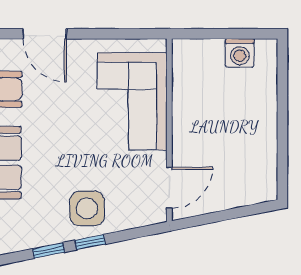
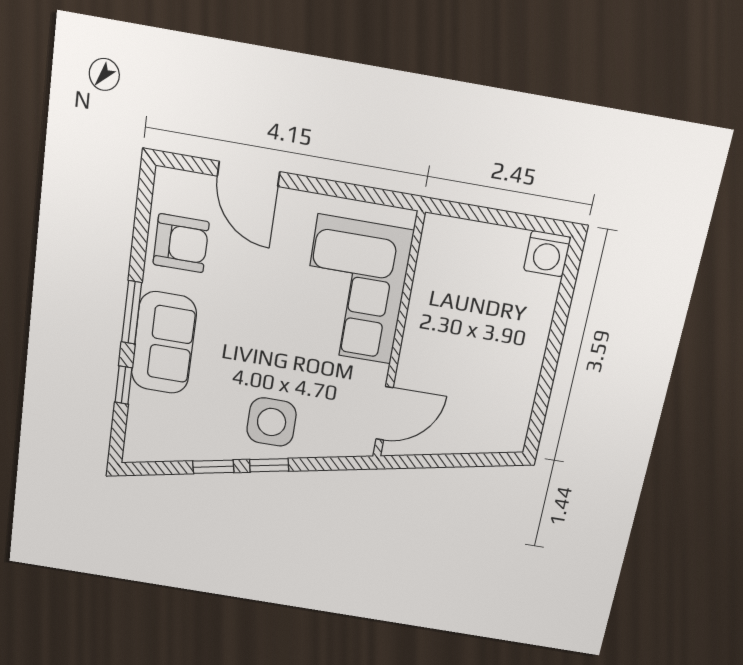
washing machine: (240, 53) -> (547, 254), moved

